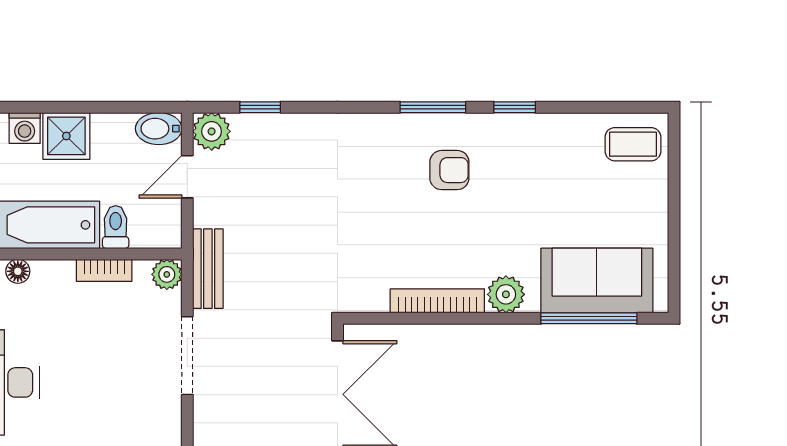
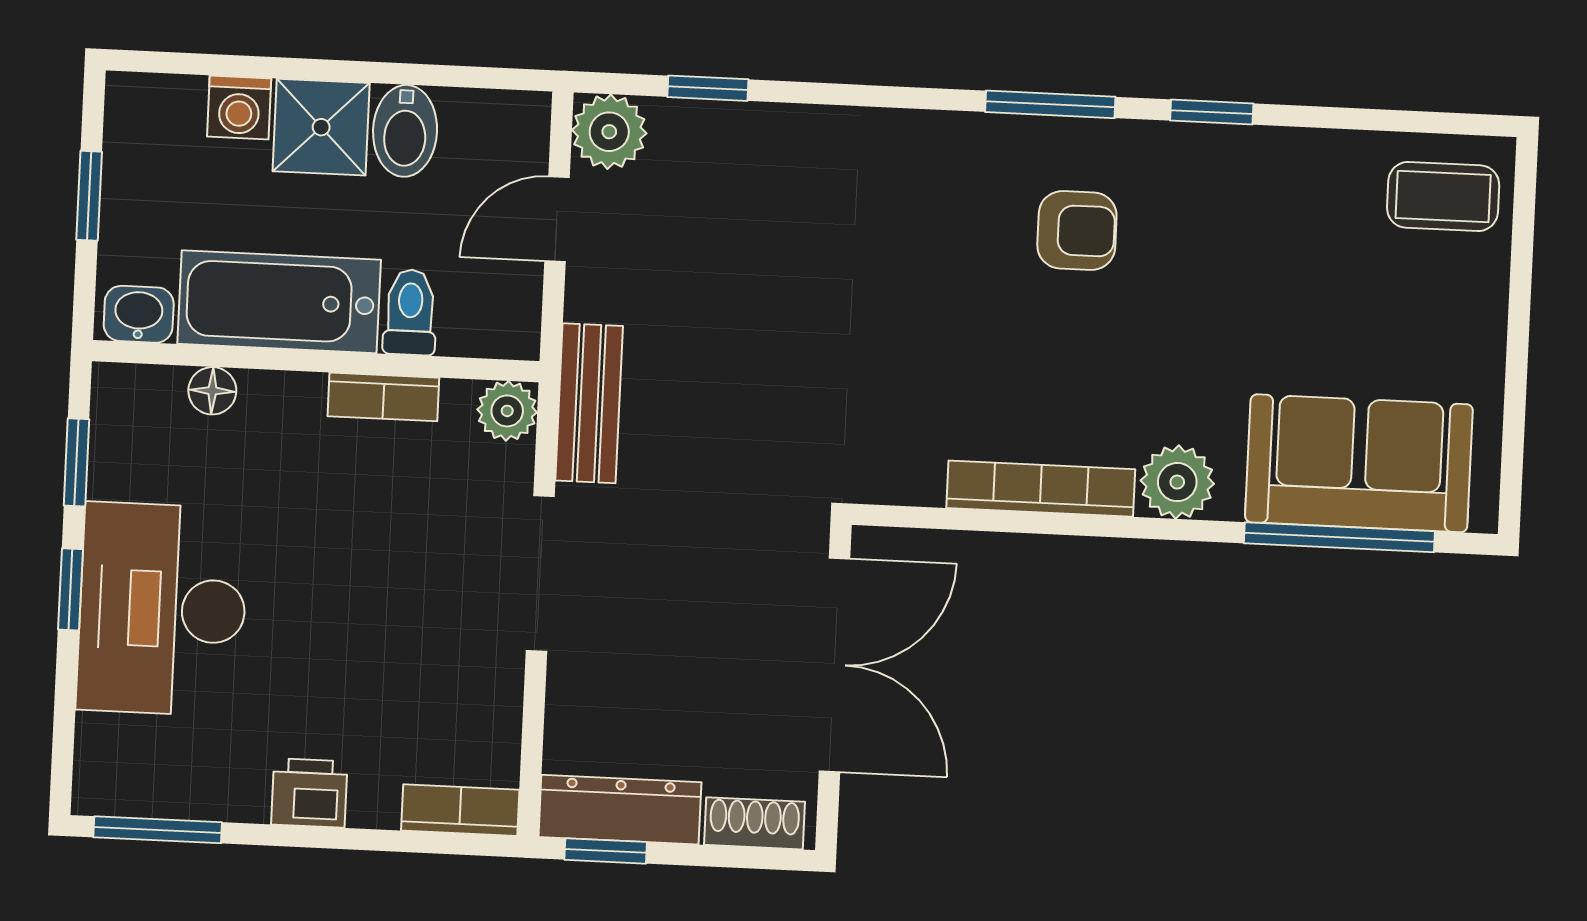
bidet: (159, 129) -> (405, 131), moved, turned -90

